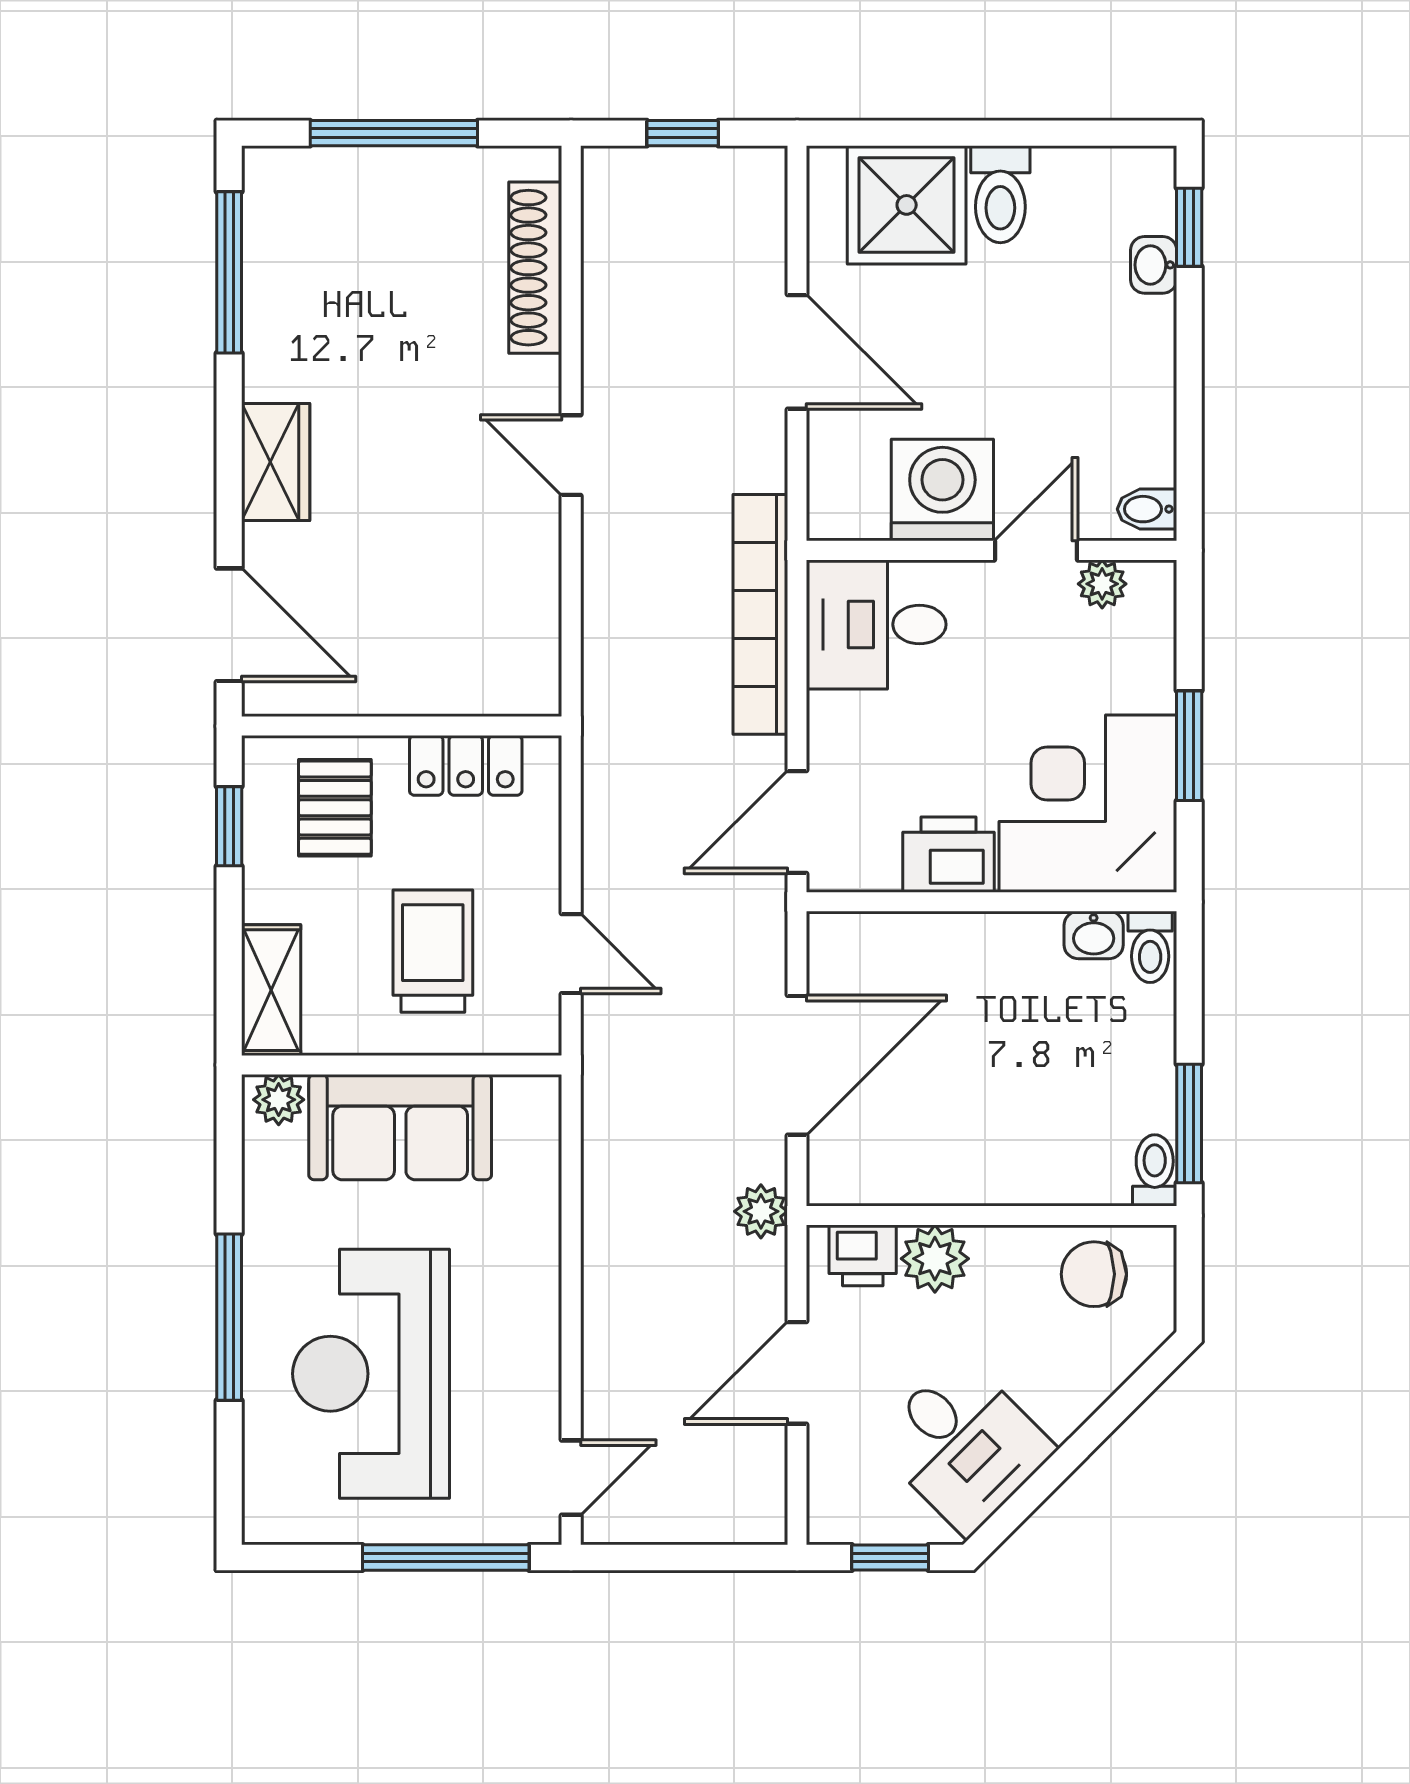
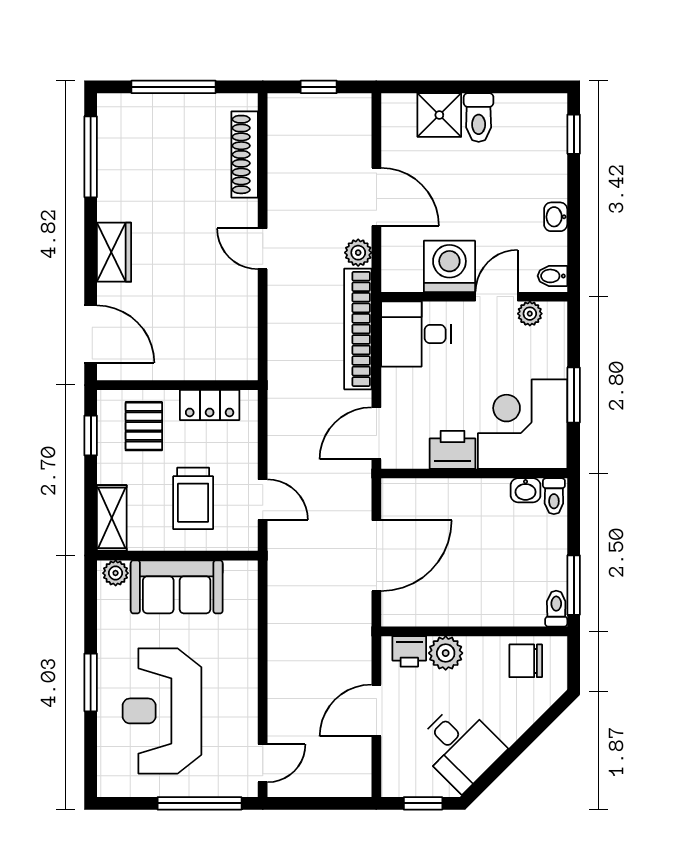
shower: (907, 205) -> (439, 115), width x0.73, depth x0.73
washbasin: (1154, 265) -> (556, 217), moved
trolley: (433, 951) -> (193, 498), turned 180
plant: (761, 1211) -> (358, 253), moved
window: (229, 1317) -> (91, 682), width x0.69

